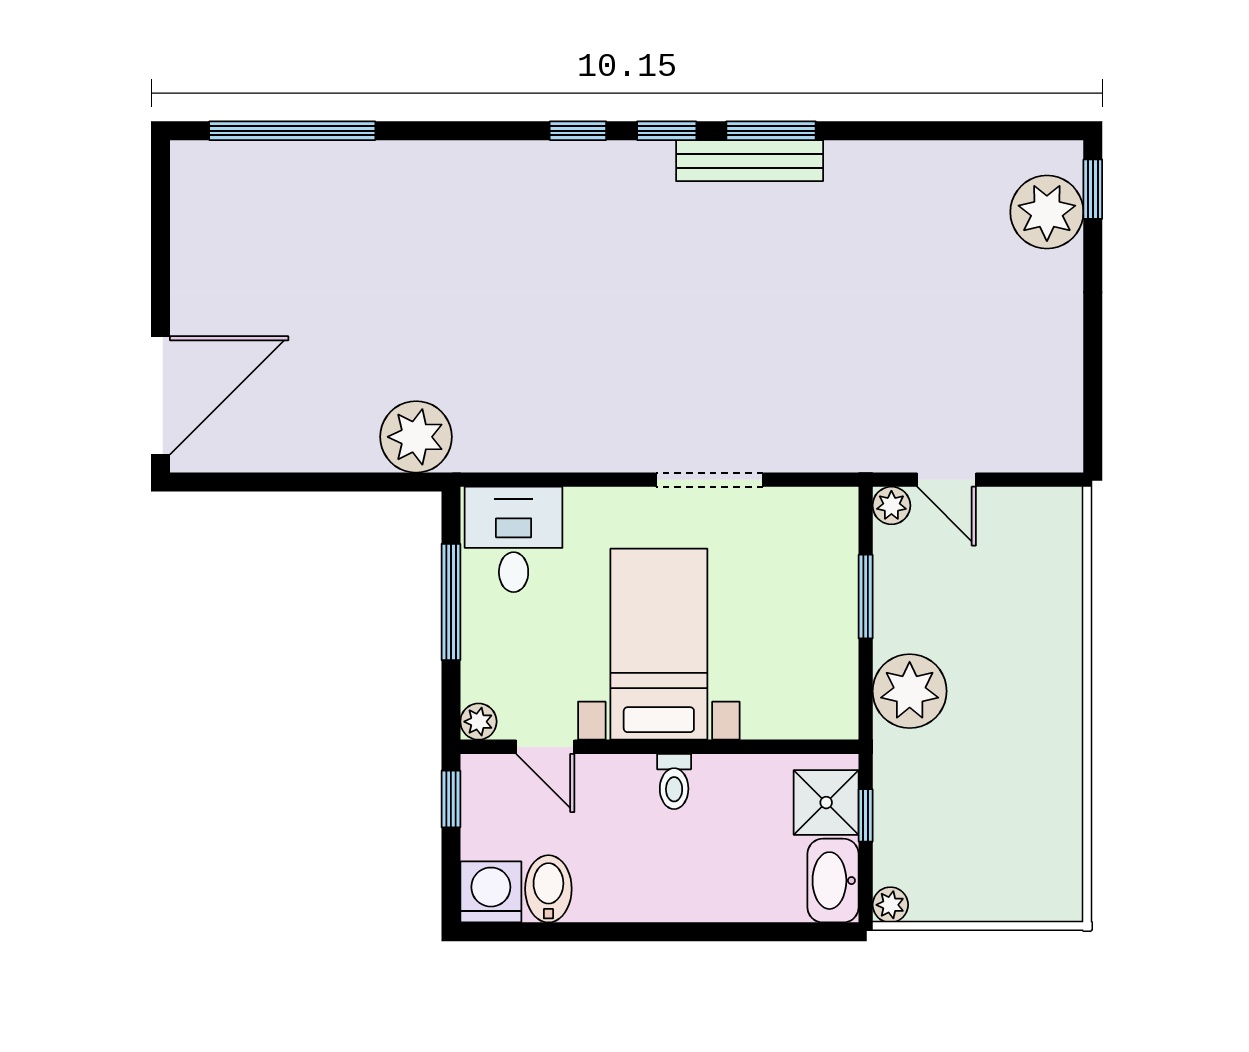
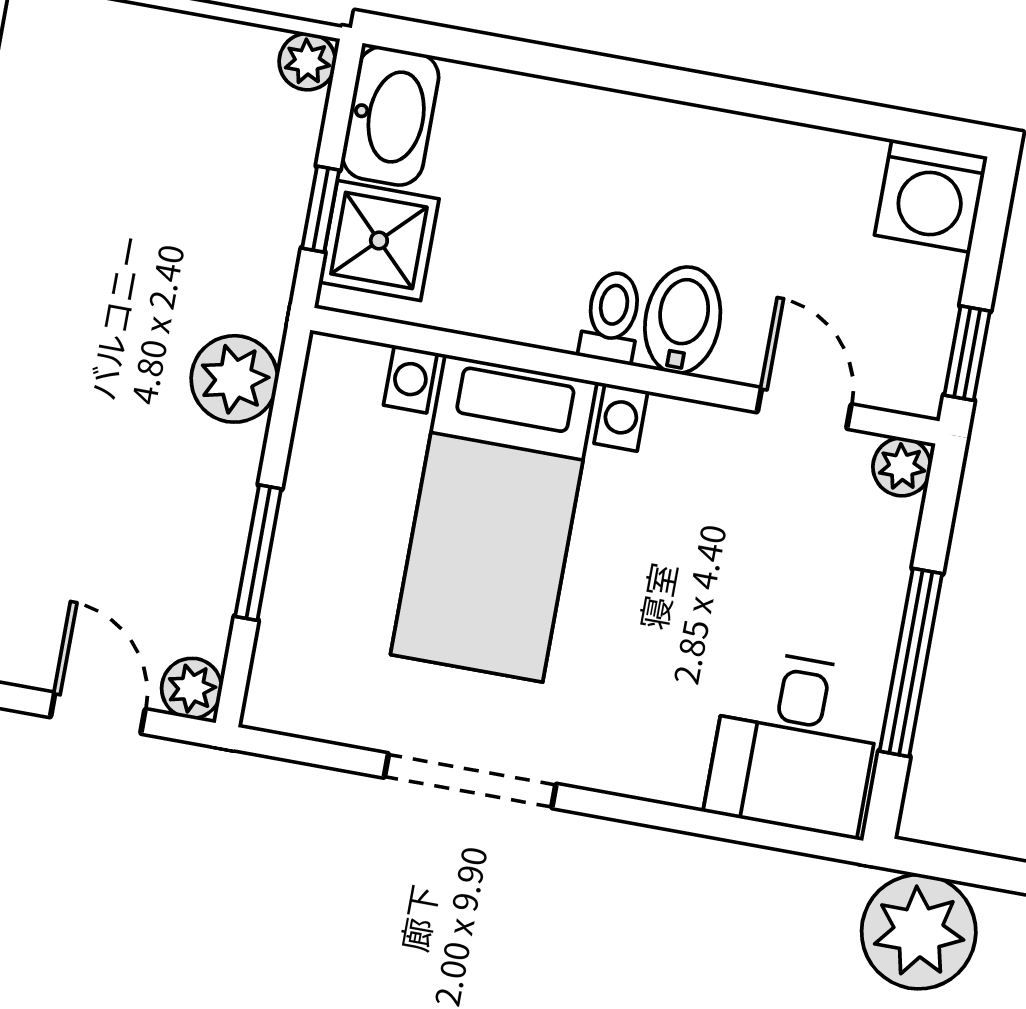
bed with nightstands: (659, 644) -> (494, 518), moved
plant: (910, 691) -> (234, 379), width x0.73, depth x0.73
bidet: (548, 889) -> (683, 320), moved, turned 180

